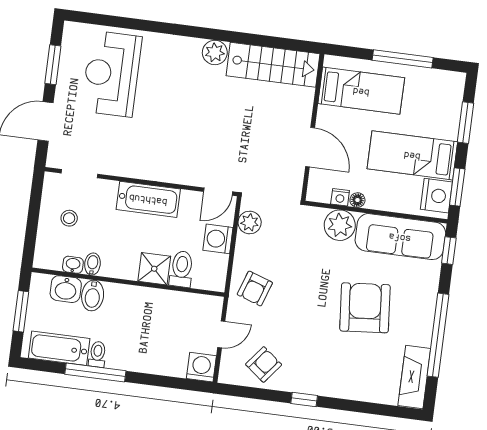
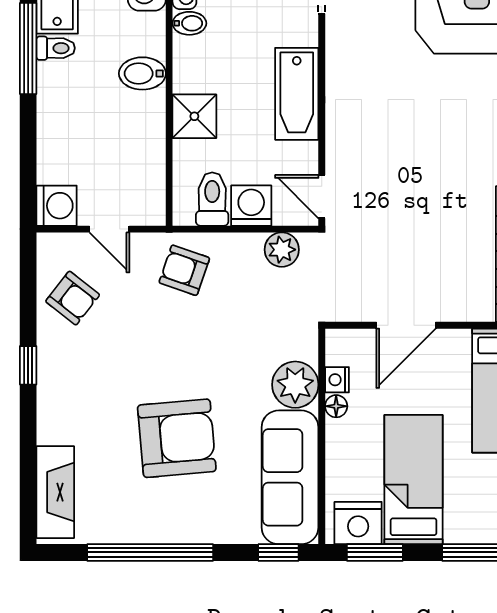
toilet: (182, 269) -> (212, 199), moved, turned -90
bidet: (93, 296) -> (142, 73), moved
fireplace: (414, 377) -> (55, 492), moved, turned 90

